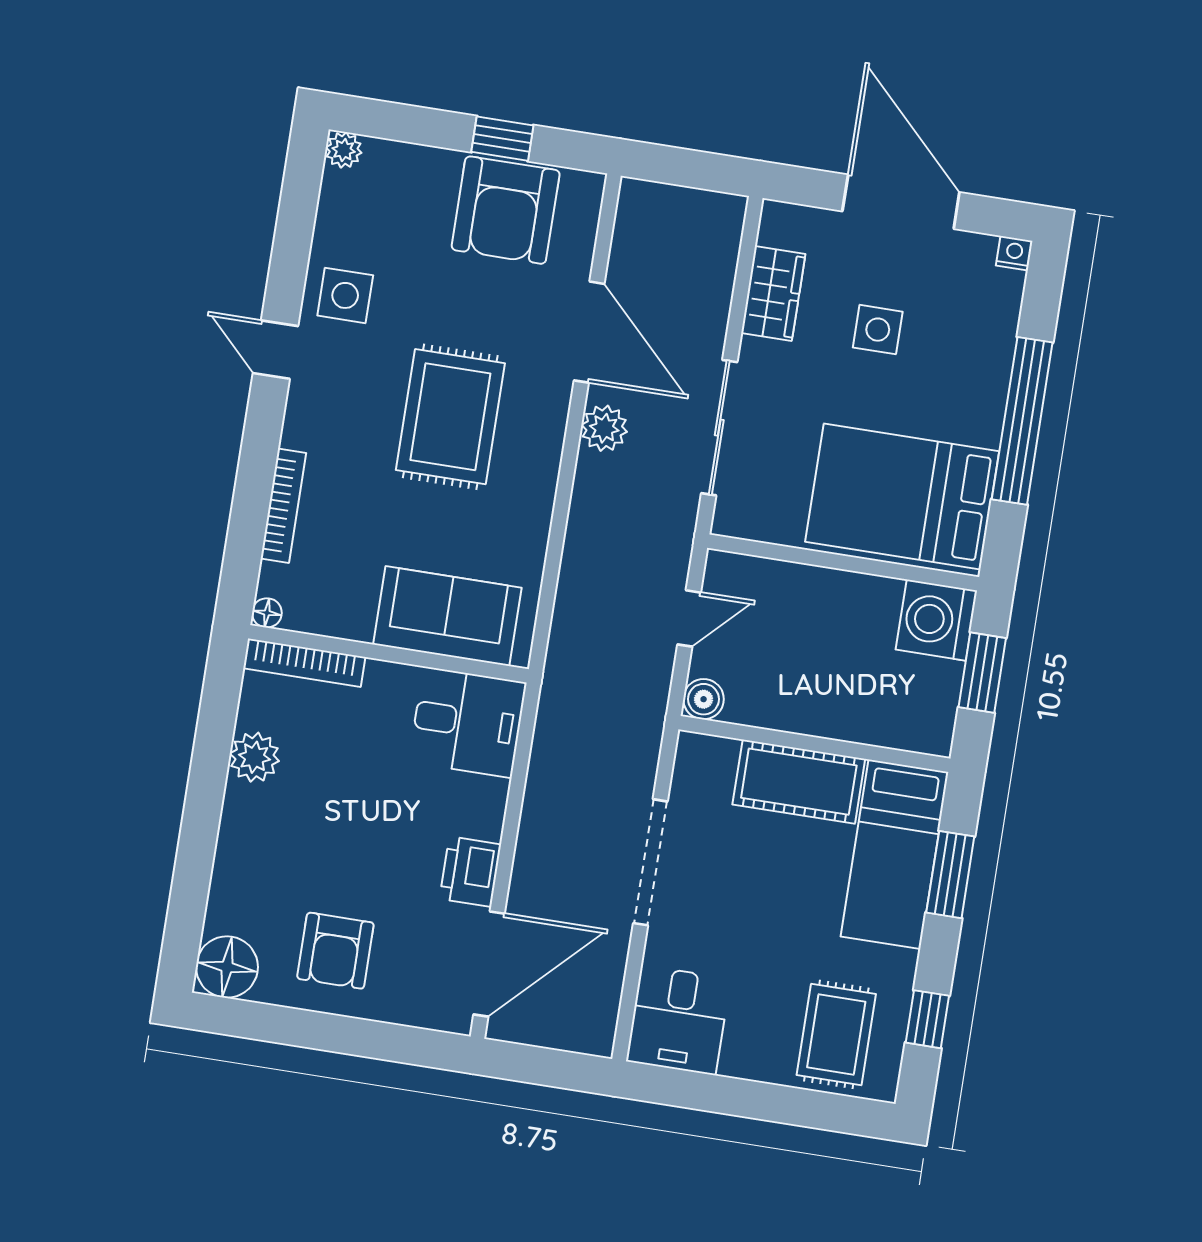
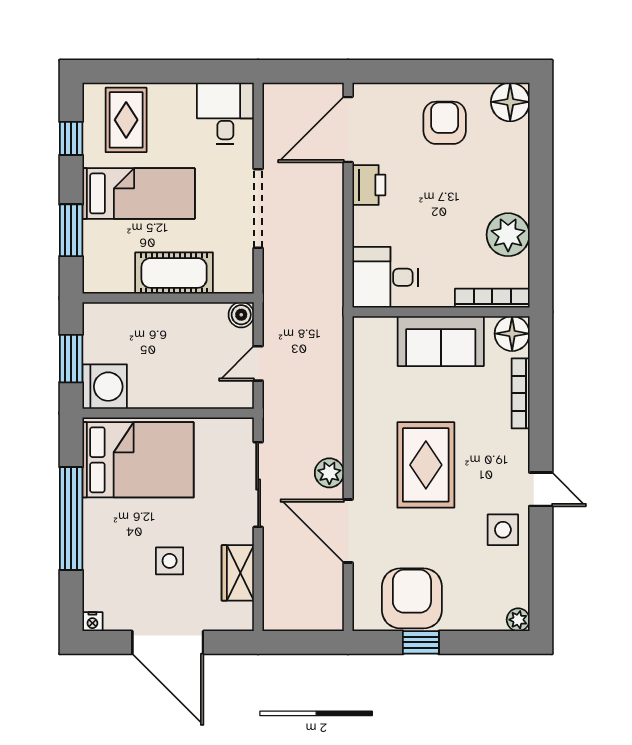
floor lamp: (267, 613) -> (512, 334), width x1.89, depth x1.89
sofa: (447, 616) -> (441, 341), moved
plant: (254, 757) -> (508, 235), width x1.36, depth x1.36
bed: (894, 854) -> (139, 193), moved, turned 90

